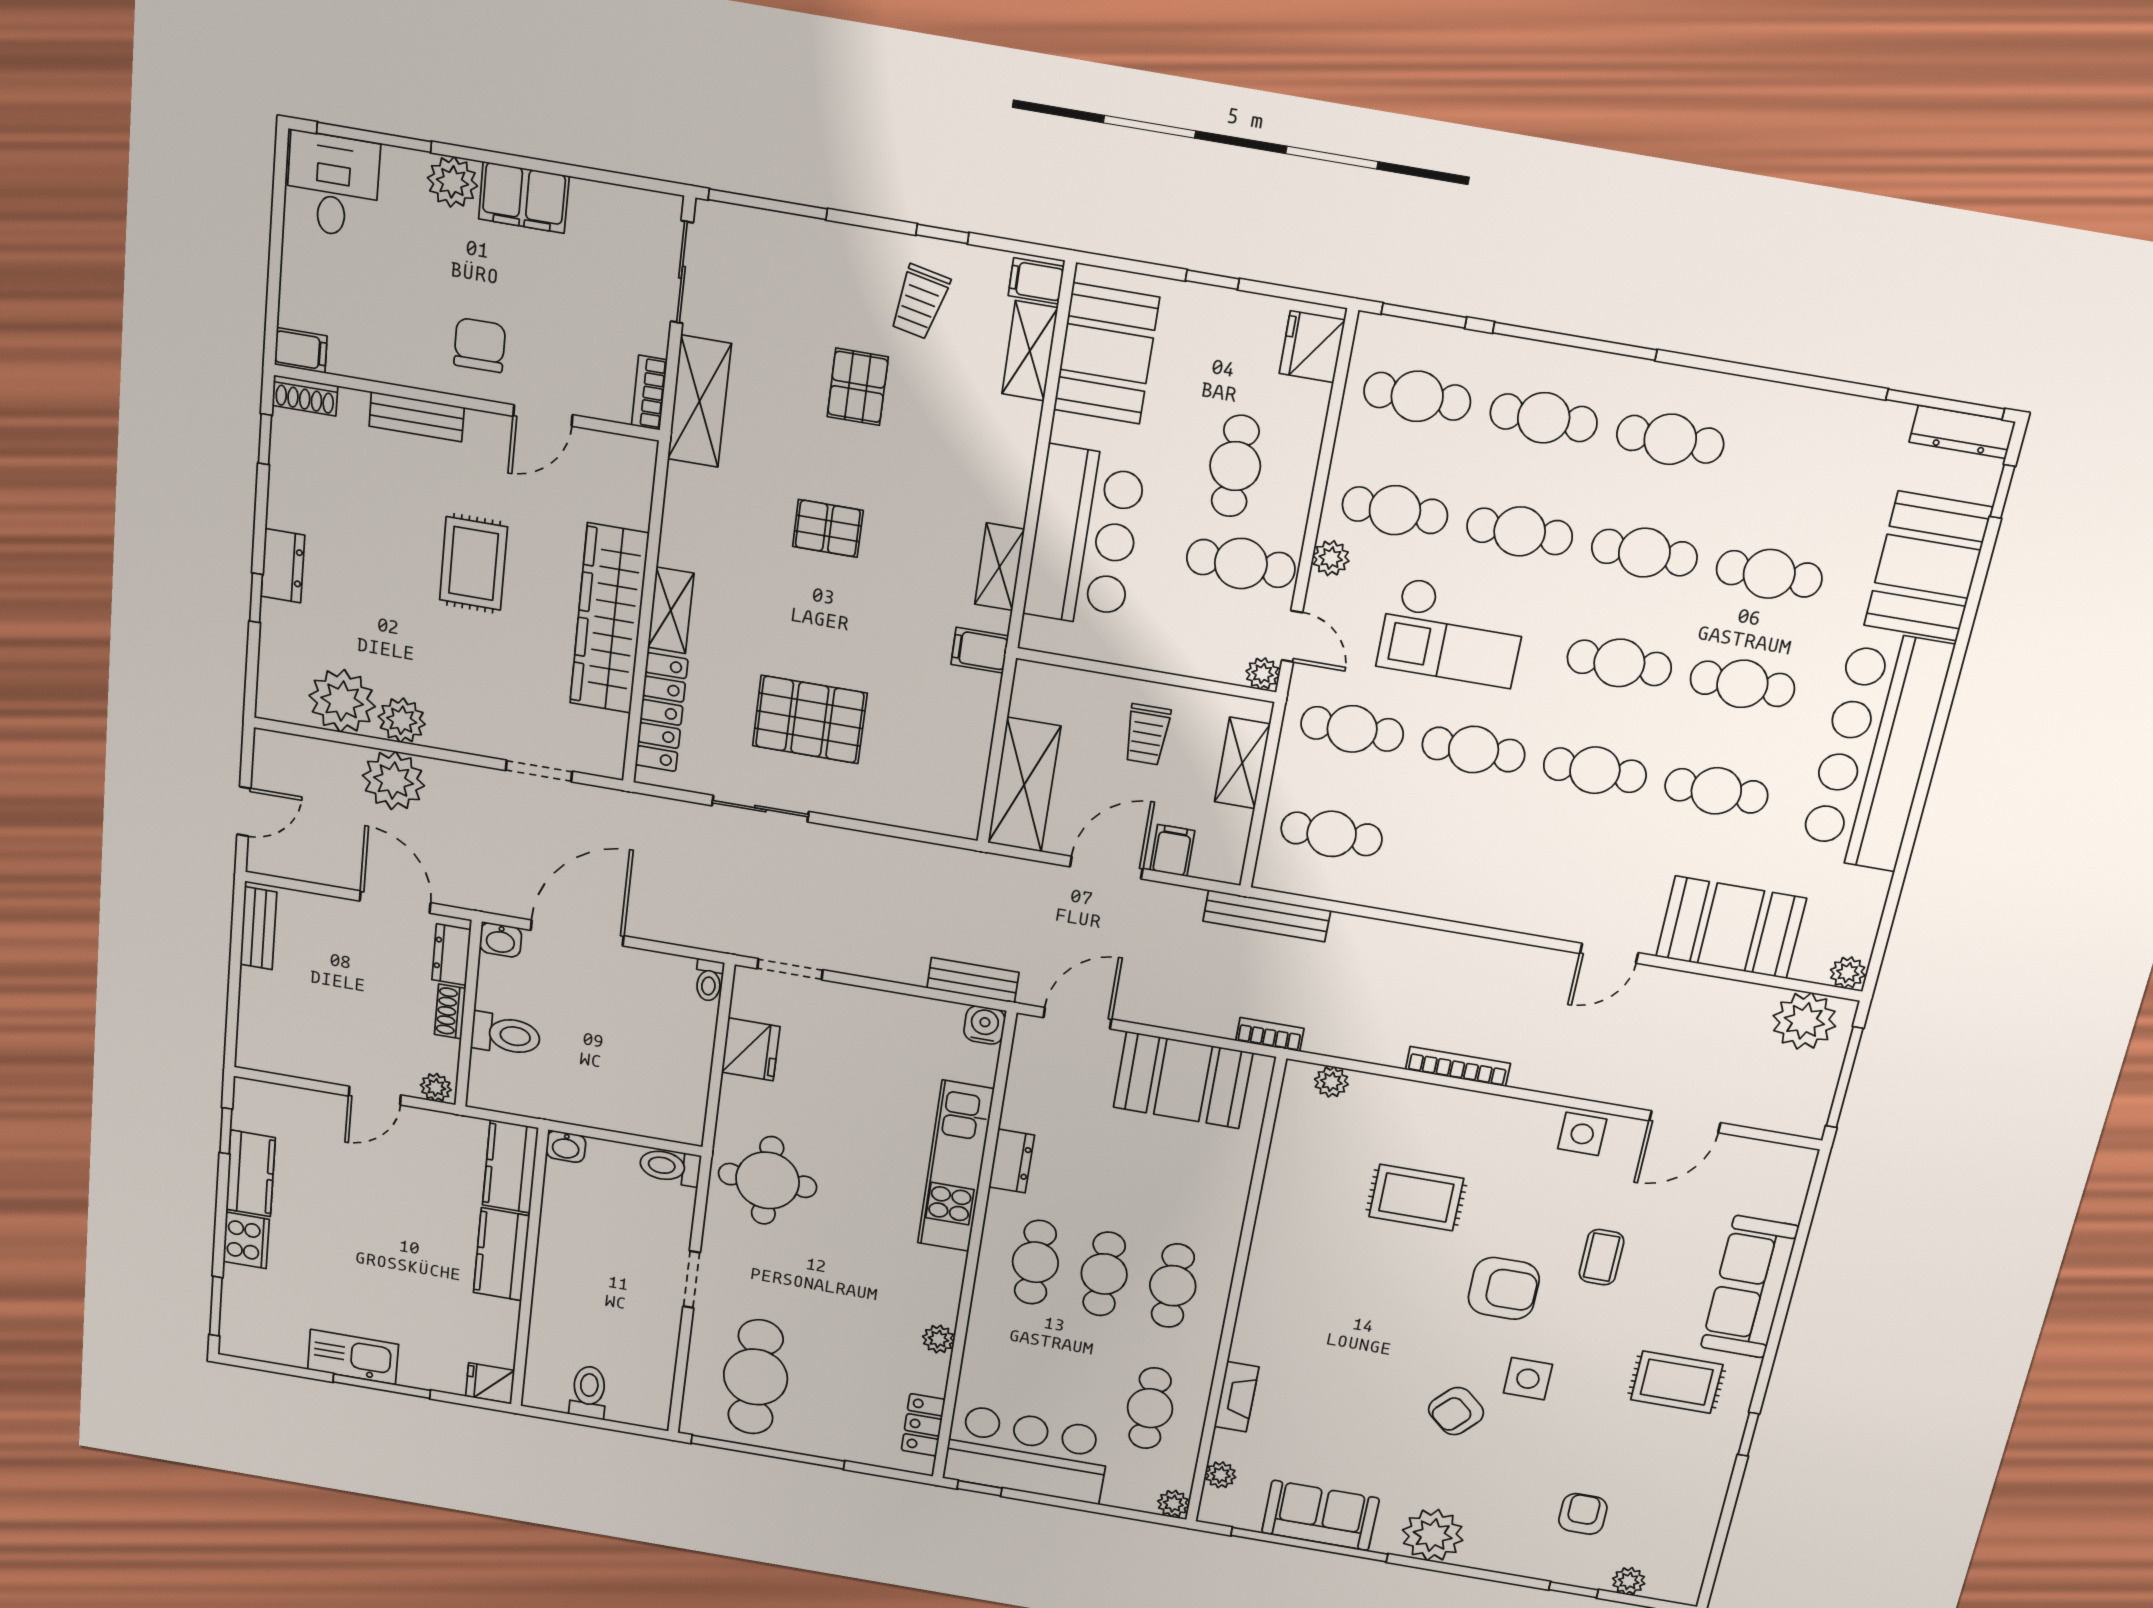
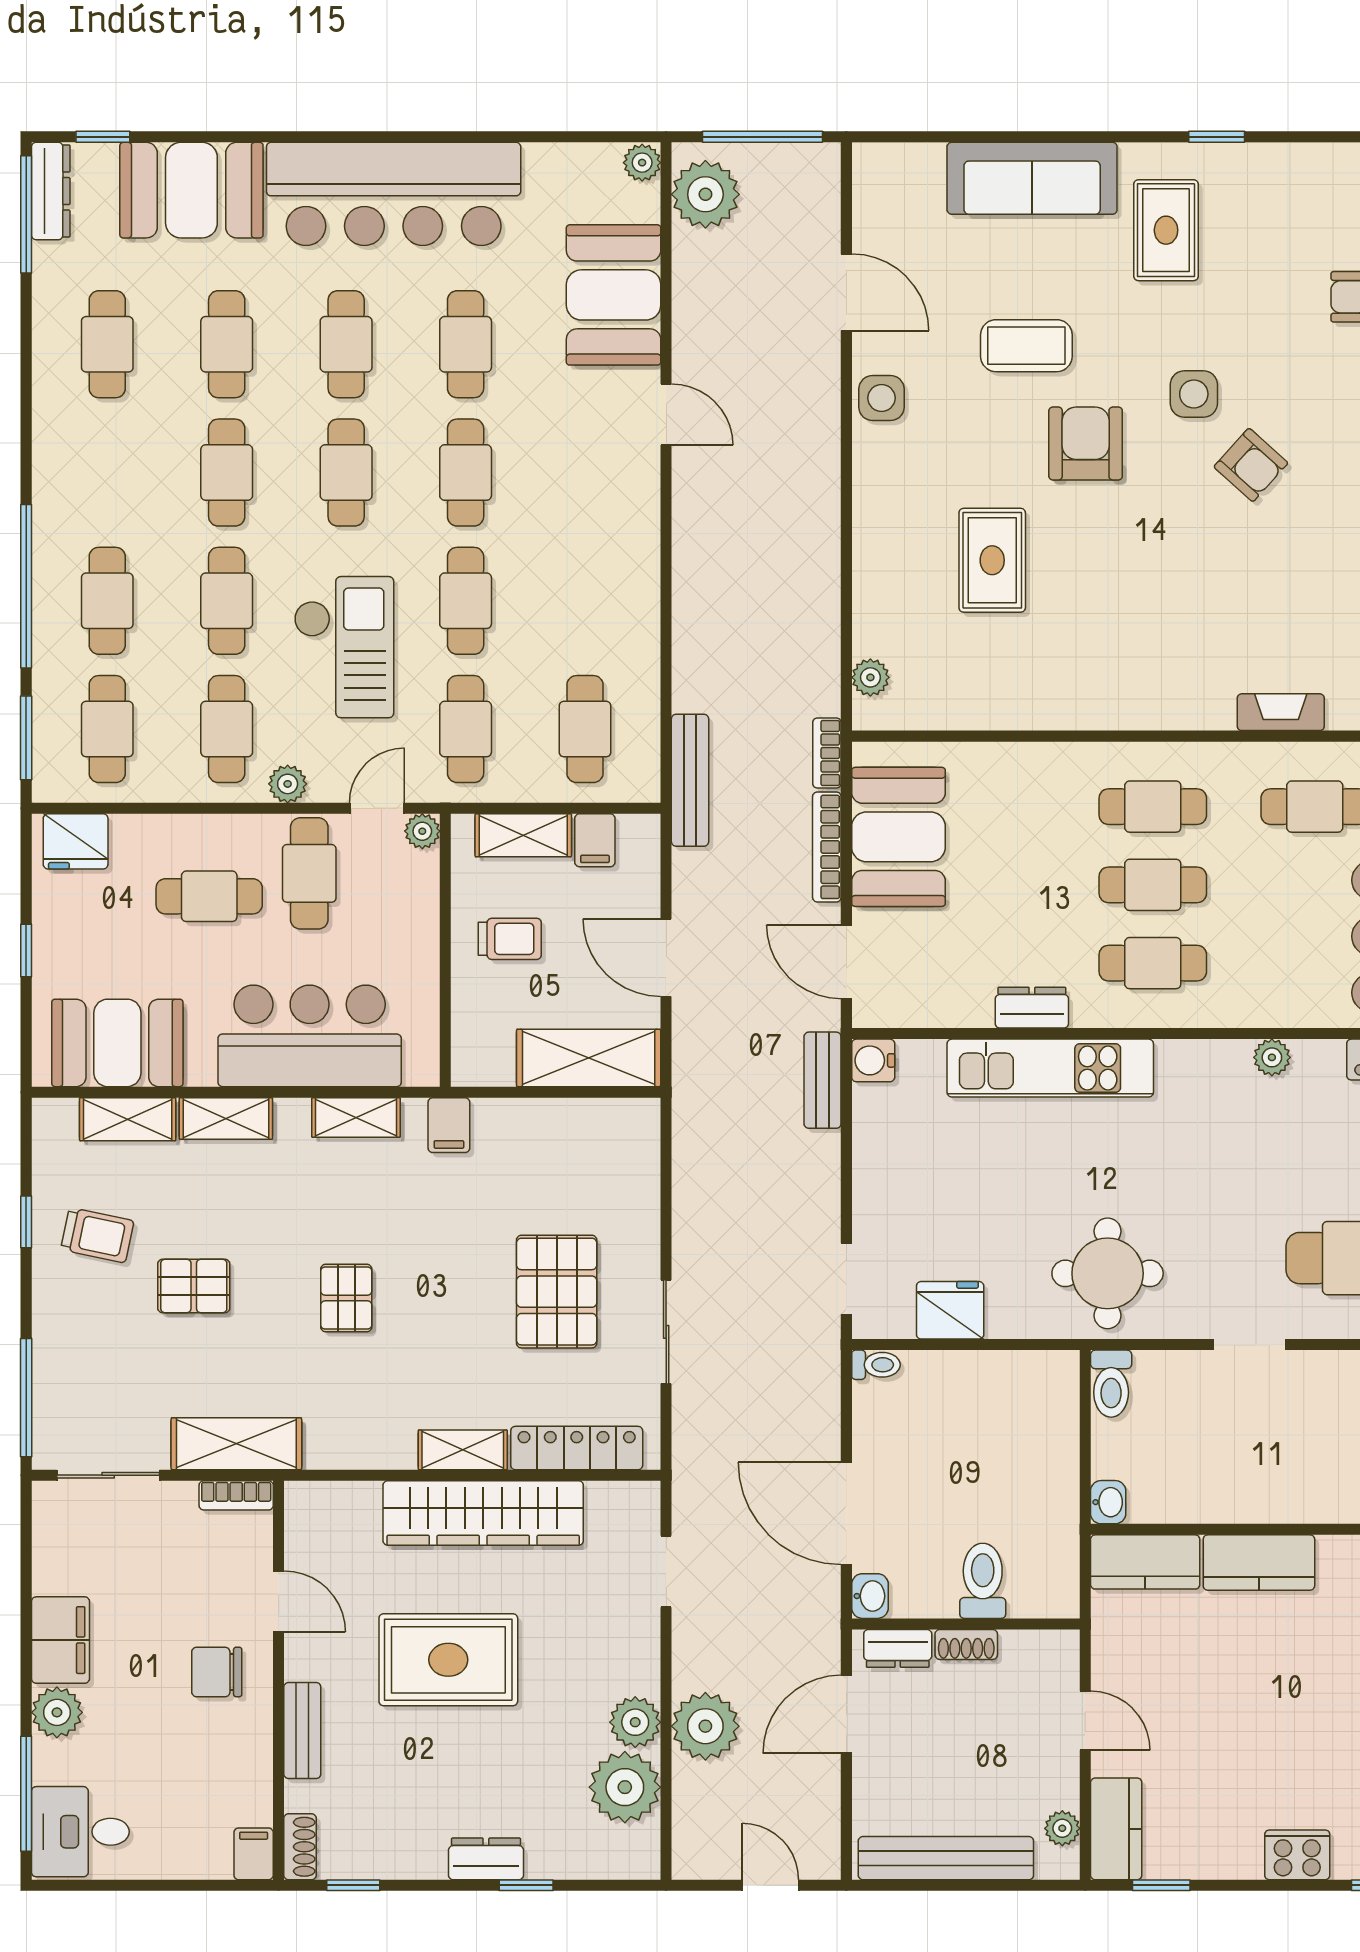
filing cabinet: (1036, 281) -> (57, 1123), removed
cafe table: (1670, 439) -> (107, 344), moved
shelving: (1016, 445) -> (226, 1119), added
rug: (473, 563) -> (448, 1660), width x1.36, depth x1.43
filing cabinet: (1172, 850) -> (595, 840), moved, turned -90
bench: (258, 928) -> (946, 1858), width x1.86, depth x1.21
bookcase: (1458, 1067) -> (827, 847), moved
plant: (436, 1087) -> (1062, 1828), moved
kitchen counter: (251, 1174) -> (1116, 1829), moved, turned 90
coffee table: (1602, 1257) -> (1026, 346), width x1.36, depth x1.30

